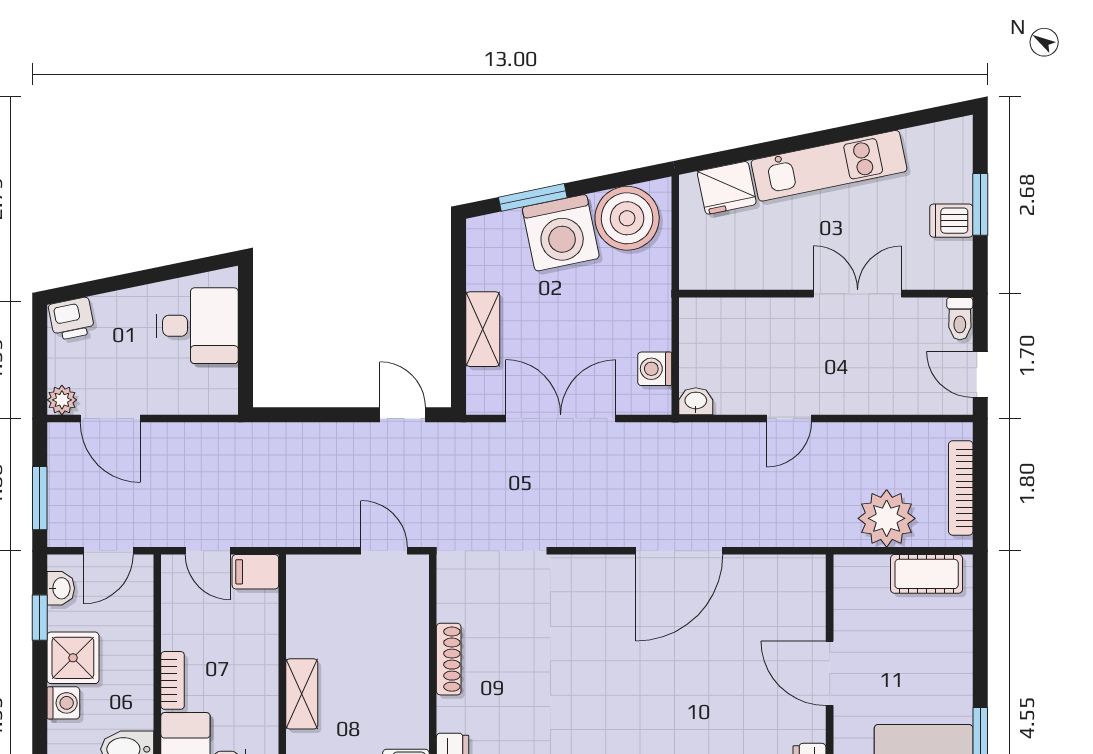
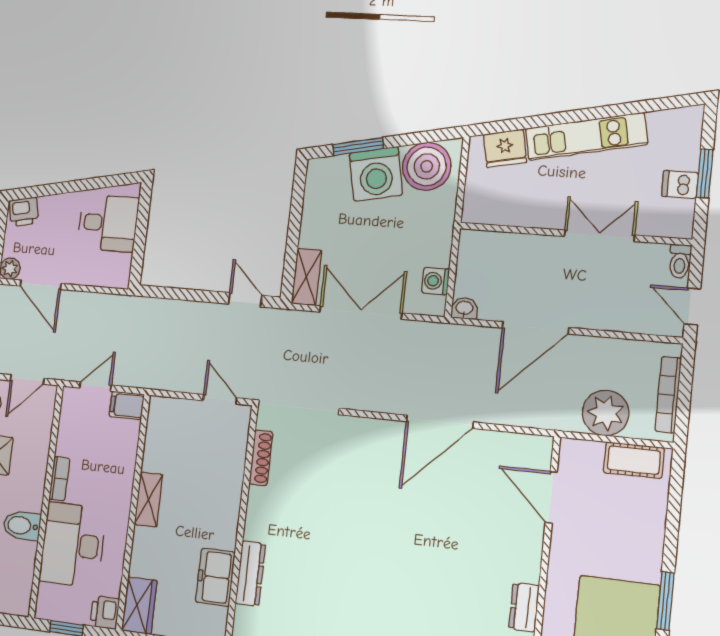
shelving: (483, 329) -> (306, 277), moved
door: (789, 419) -> (535, 328), width x1.88
door: (208, 551) -> (95, 387), swing flipped
shoe rack: (449, 659) -> (261, 458), moved
door: (830, 673) -> (551, 497), moved

